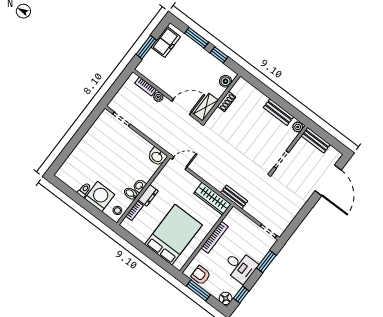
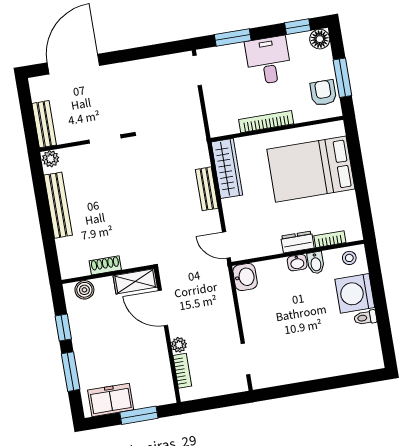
bench: (279, 112) -> (58, 205), width x1.36
bench: (234, 197) -> (207, 189), moved
armchair: (201, 275) -> (323, 93), turned 180

